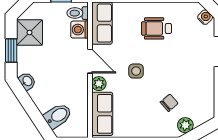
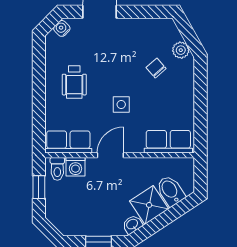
shower: (29, 32) -> (149, 205), moved, turned -33
plant: (99, 84) -> (135, 145), removed

